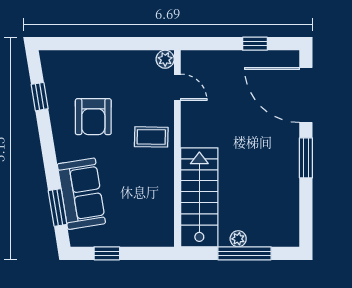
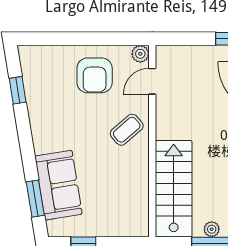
door: (177, 87) -> (152, 81), swing flipped
armchair: (93, 117) -> (95, 75), moved
coffee table: (151, 137) -> (127, 130), turned -42

